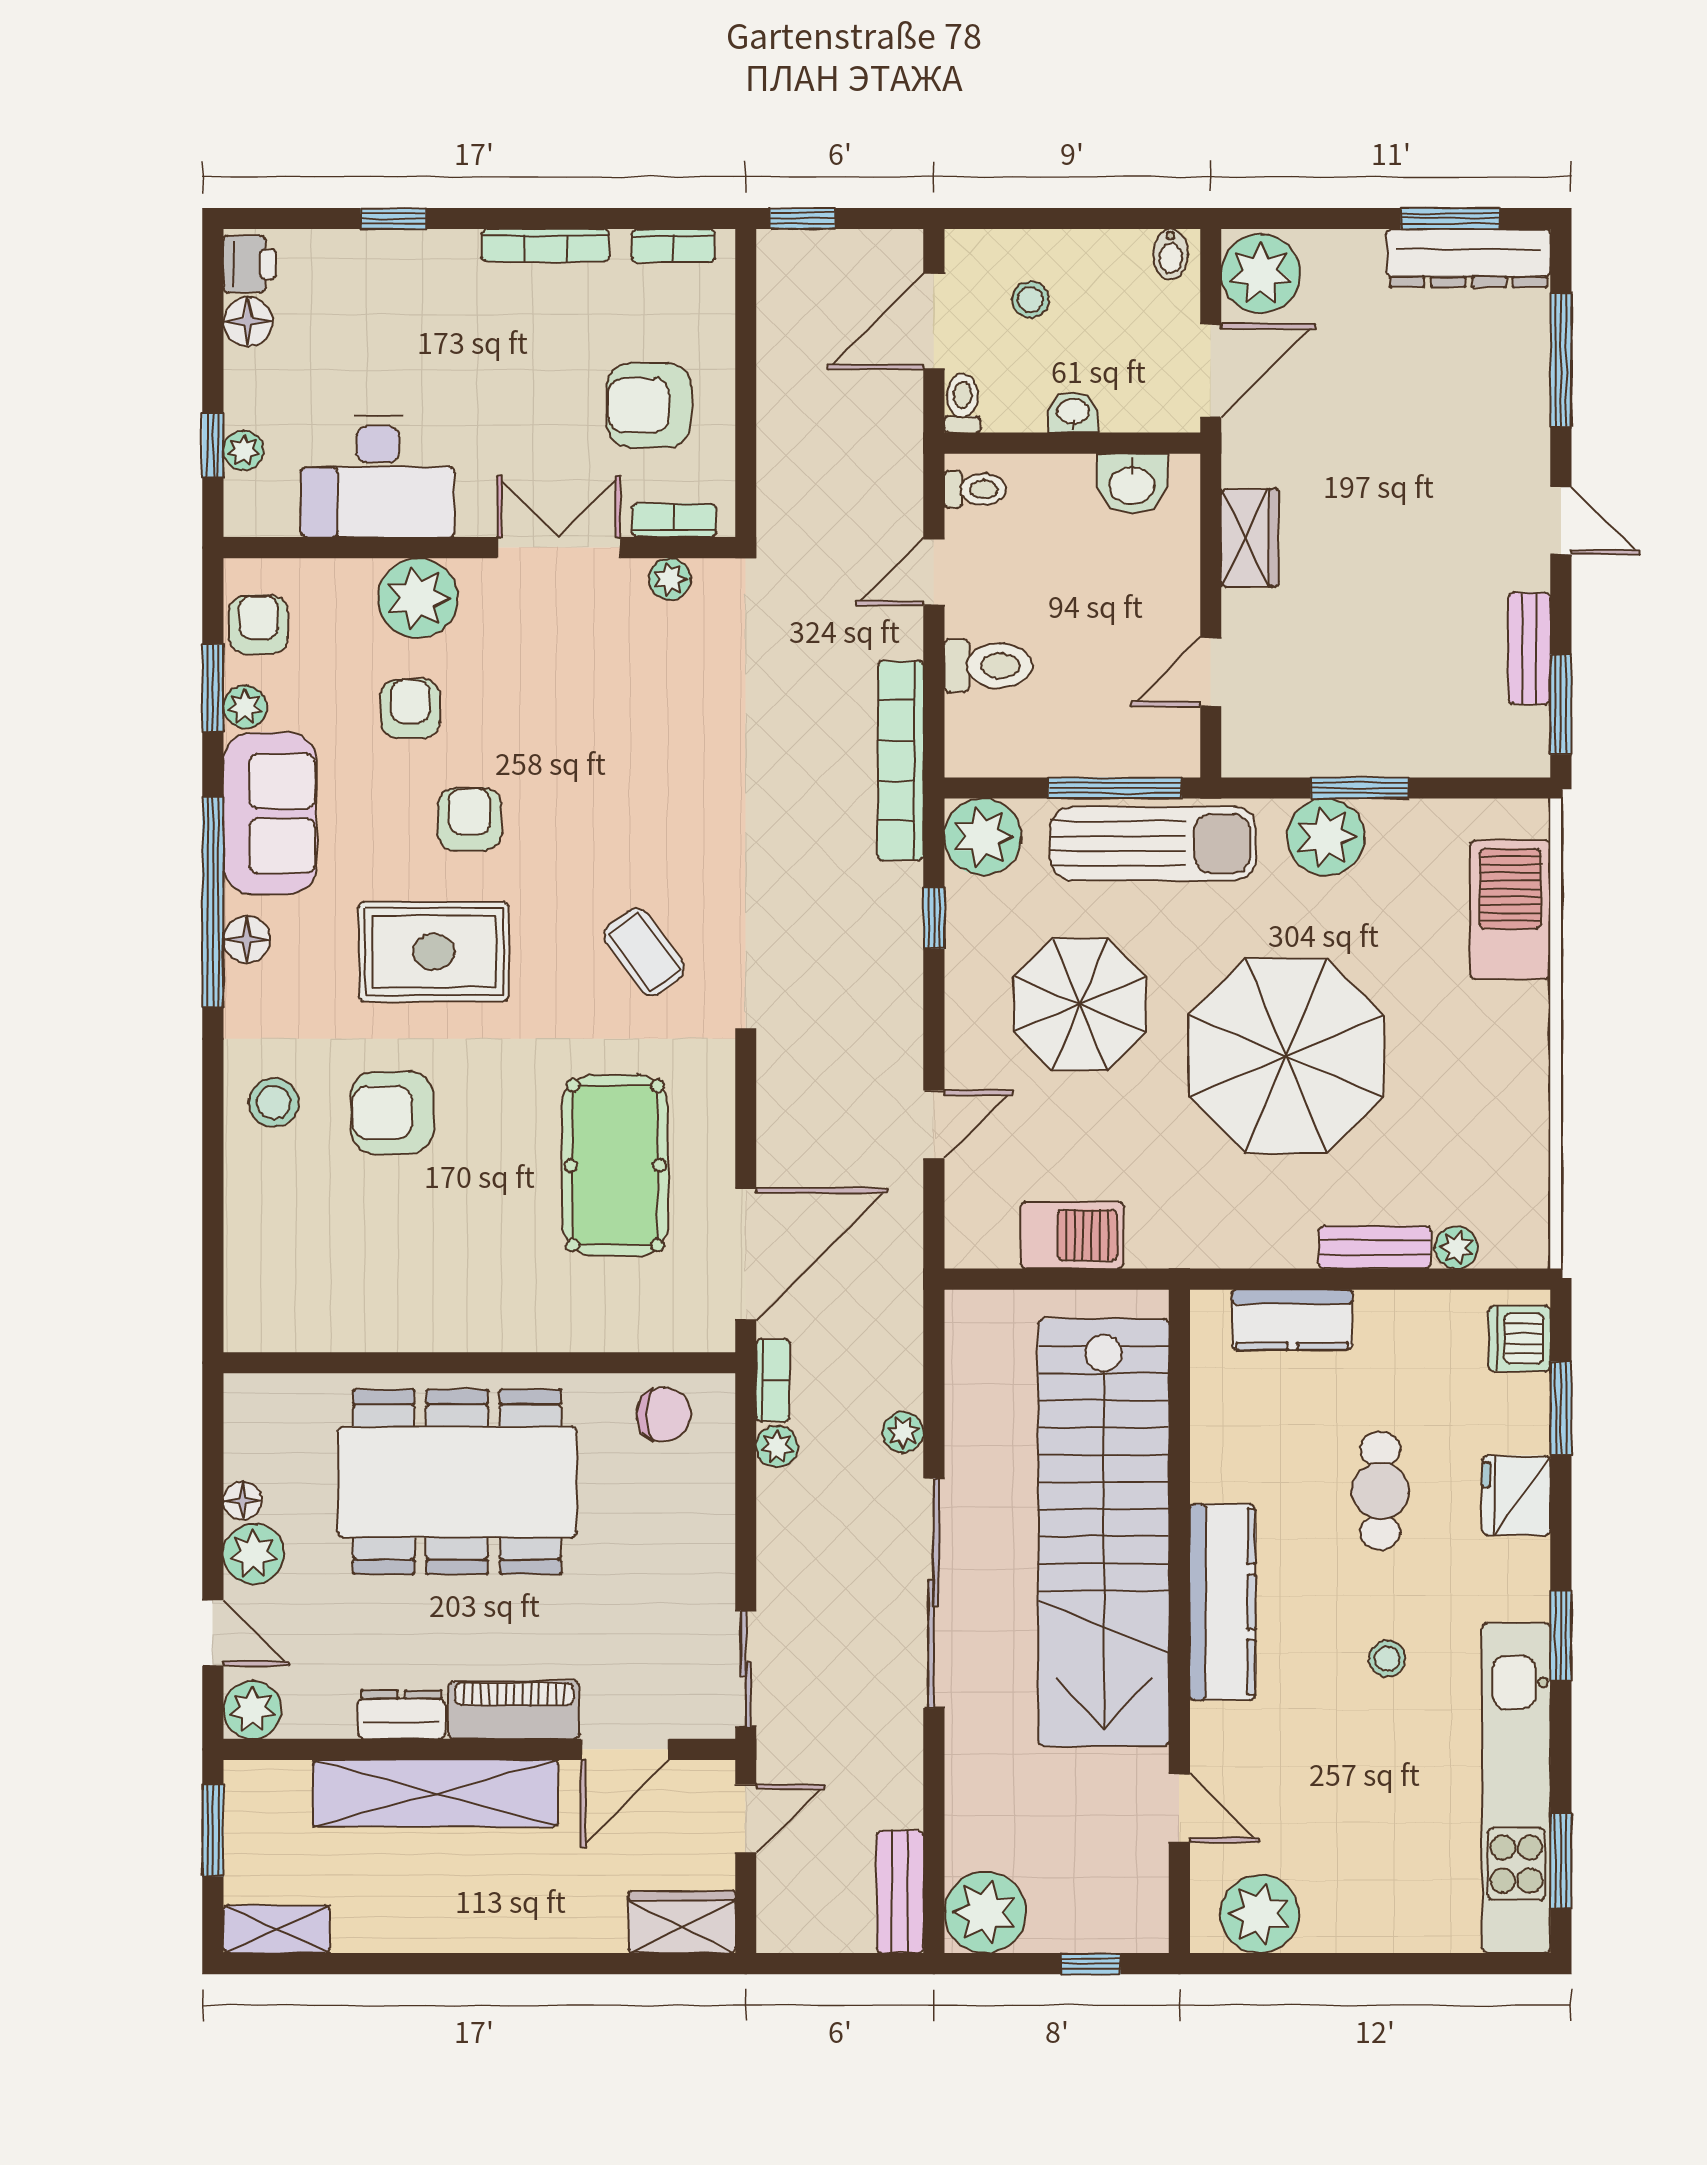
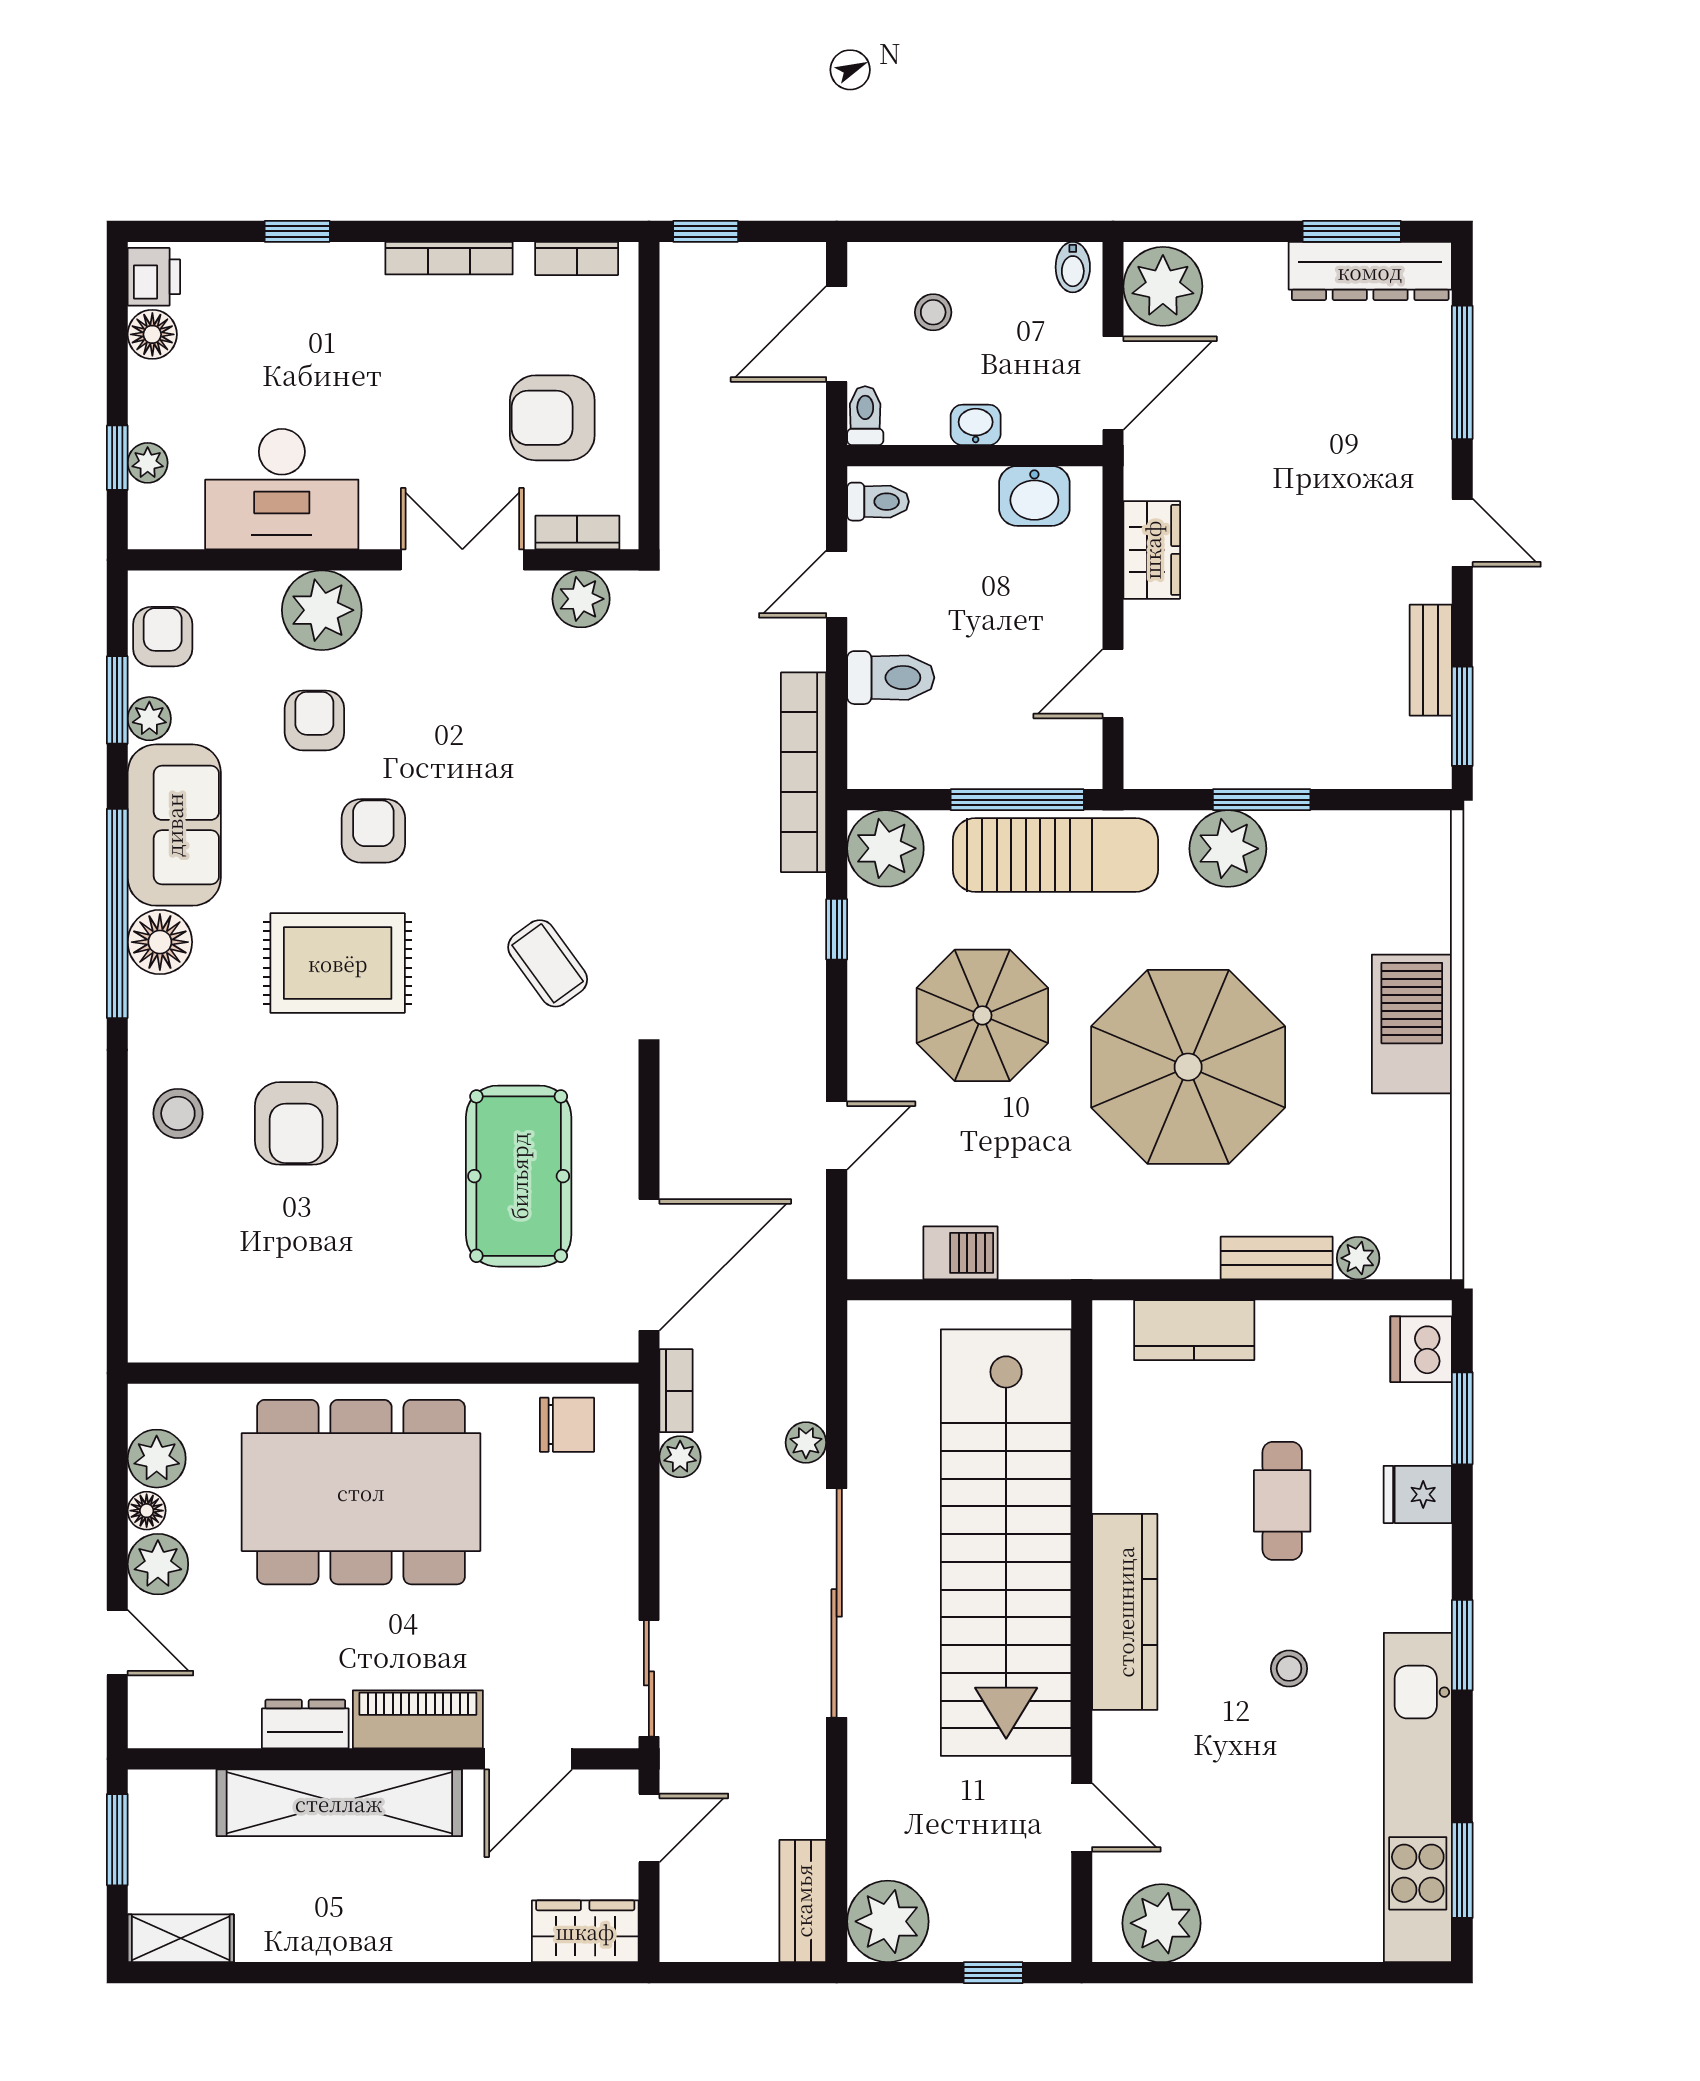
plant: (670, 579) -> (581, 599), width x1.38, depth x1.38
barbecue: (1510, 910) -> (1412, 1024), moved
floor lamp: (247, 939) -> (160, 942), width x1.38, depth x1.38
armchair: (392, 1112) -> (296, 1123), turned -90
barbecue: (1072, 1235) -> (960, 1253), width x0.73, depth x0.79
fridge: (1516, 1495) -> (1418, 1494), width x0.72
plant: (252, 1710) -> (157, 1459), moved

